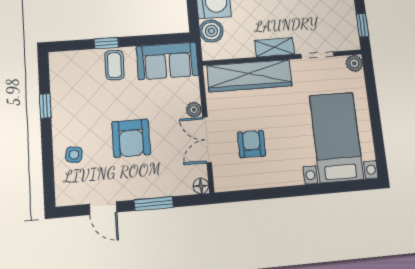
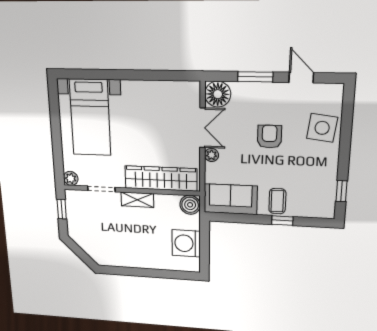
boiler: (211, 31) -> (190, 205), moved
window: (45, 106) -> (341, 191), moved
armchair: (131, 138) -> (269, 137), width x0.72, depth x0.72
armchair: (252, 144) -> (164, 120), removed
side table: (74, 155) -> (322, 128), width x1.87, depth x1.87
floor lamp: (201, 186) -> (218, 94), width x1.89, depth x1.89

